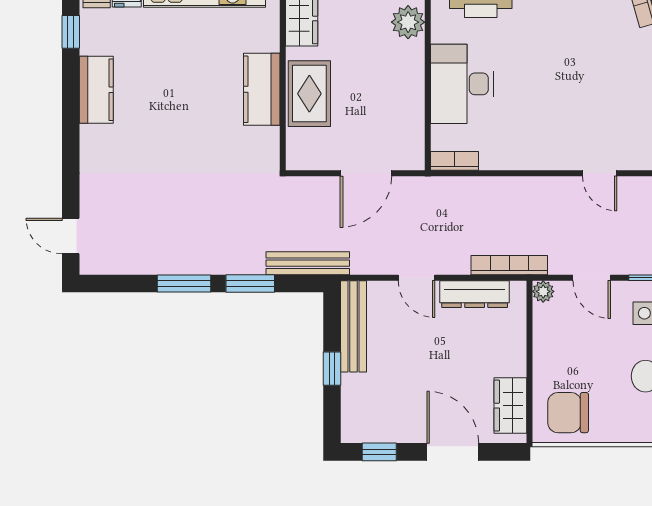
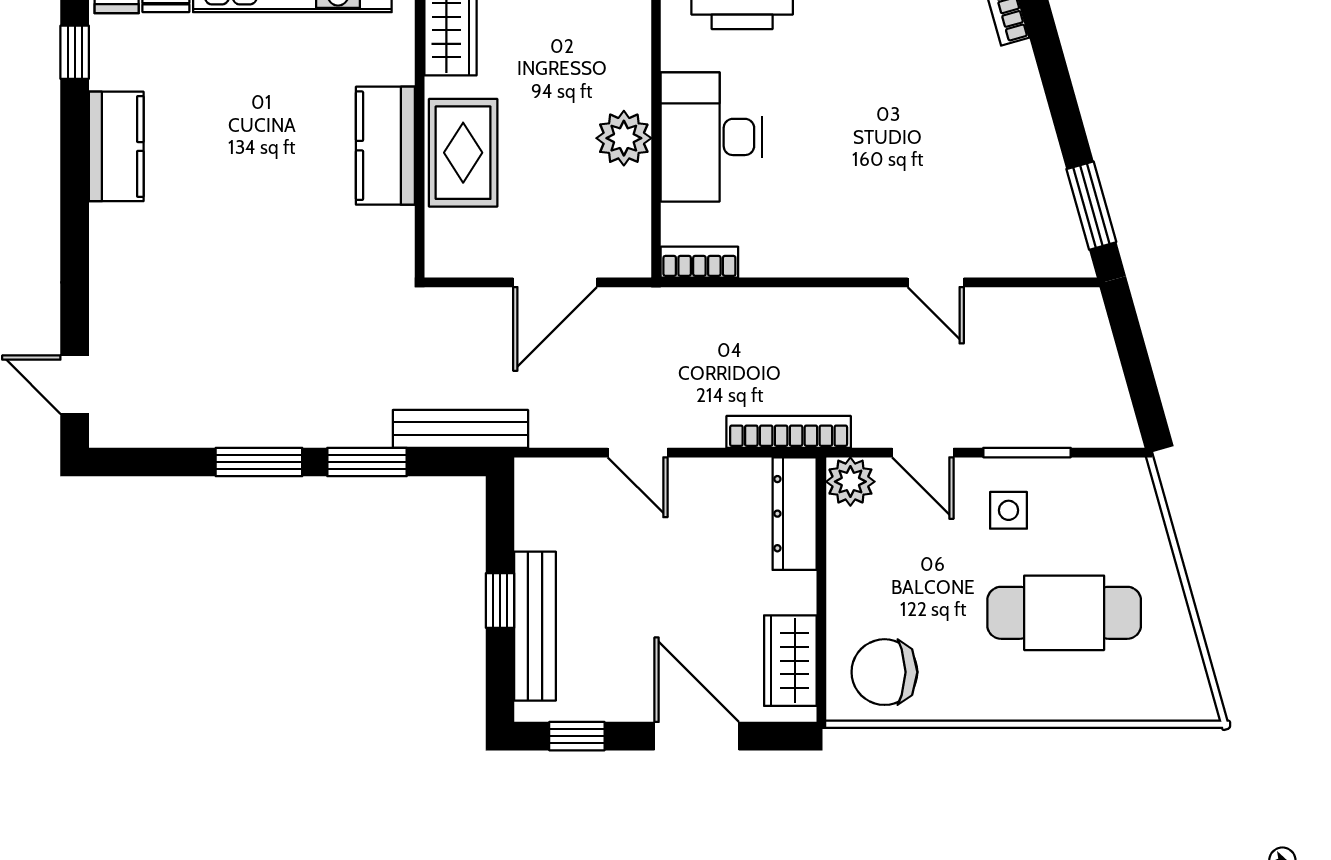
plant: (408, 22) -> (624, 138), moved
plant: (543, 291) -> (850, 482), width x1.38, depth x1.38
dresser: (475, 294) -> (795, 514), moved, turned 90
bench: (354, 326) -> (535, 626), moved

